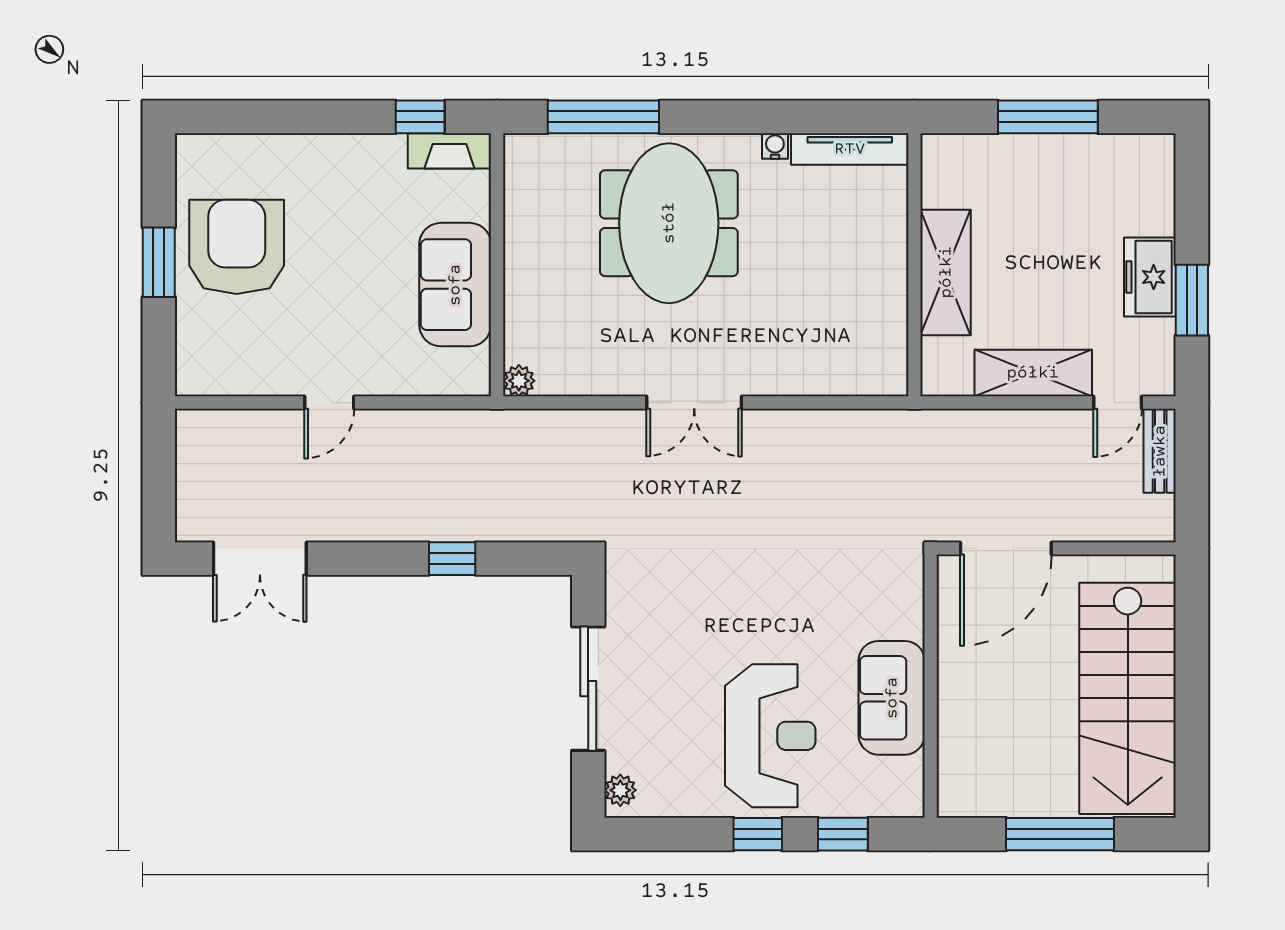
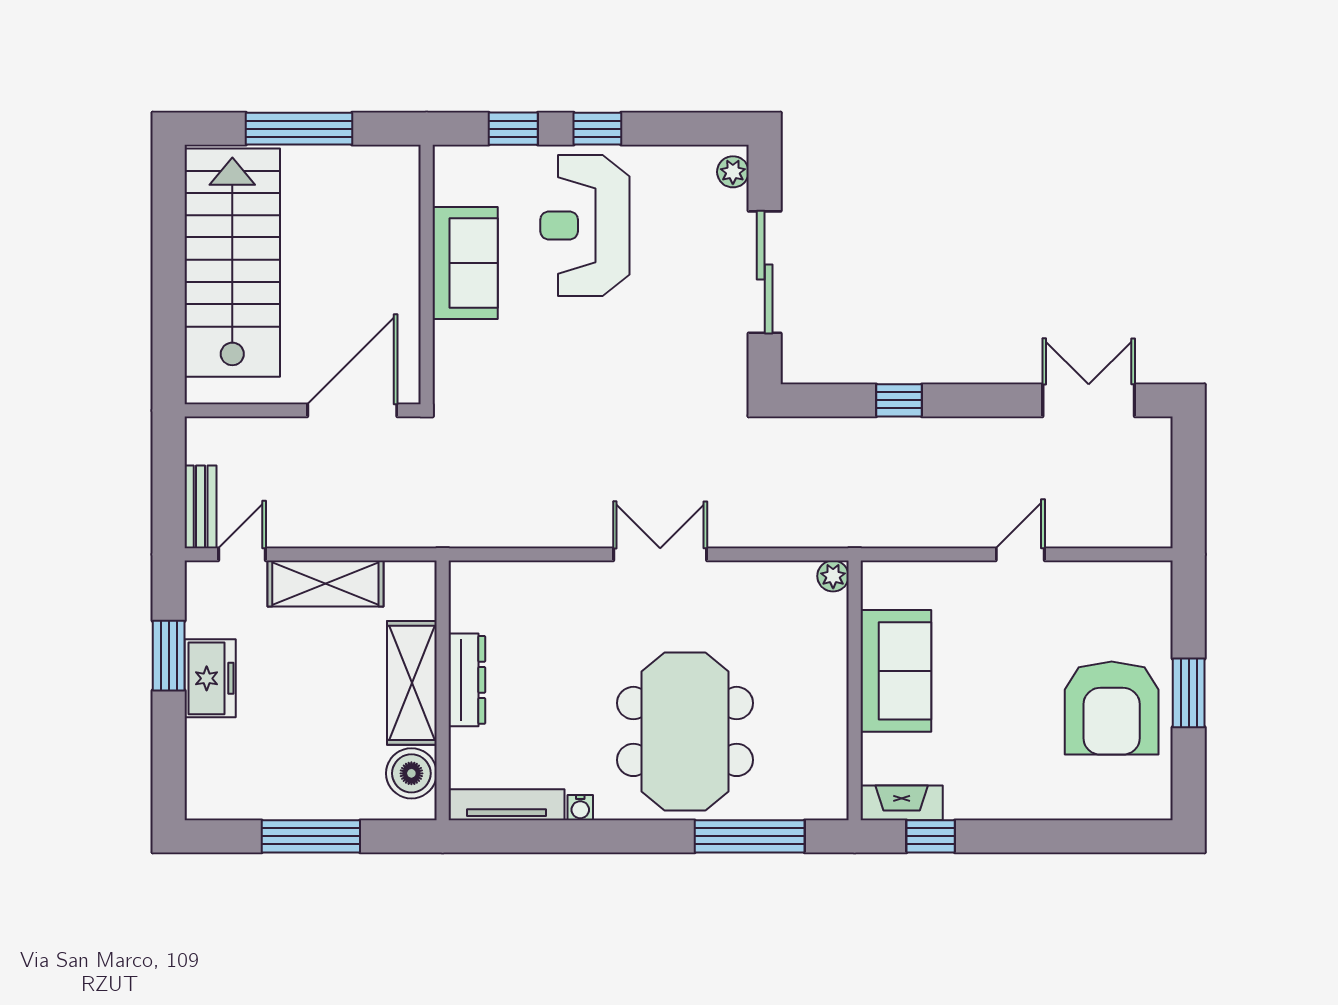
boiler: (946, 181) -> (411, 773), added
dresser: (890, 275) -> (467, 680), added

